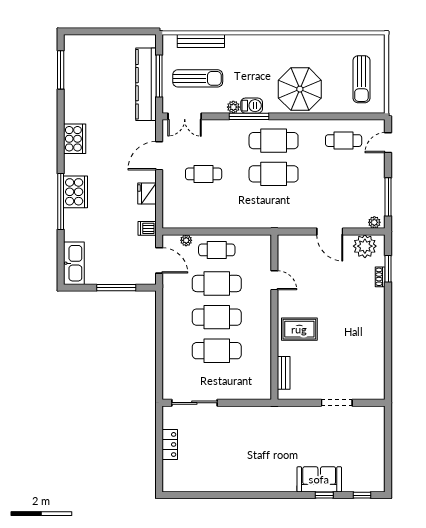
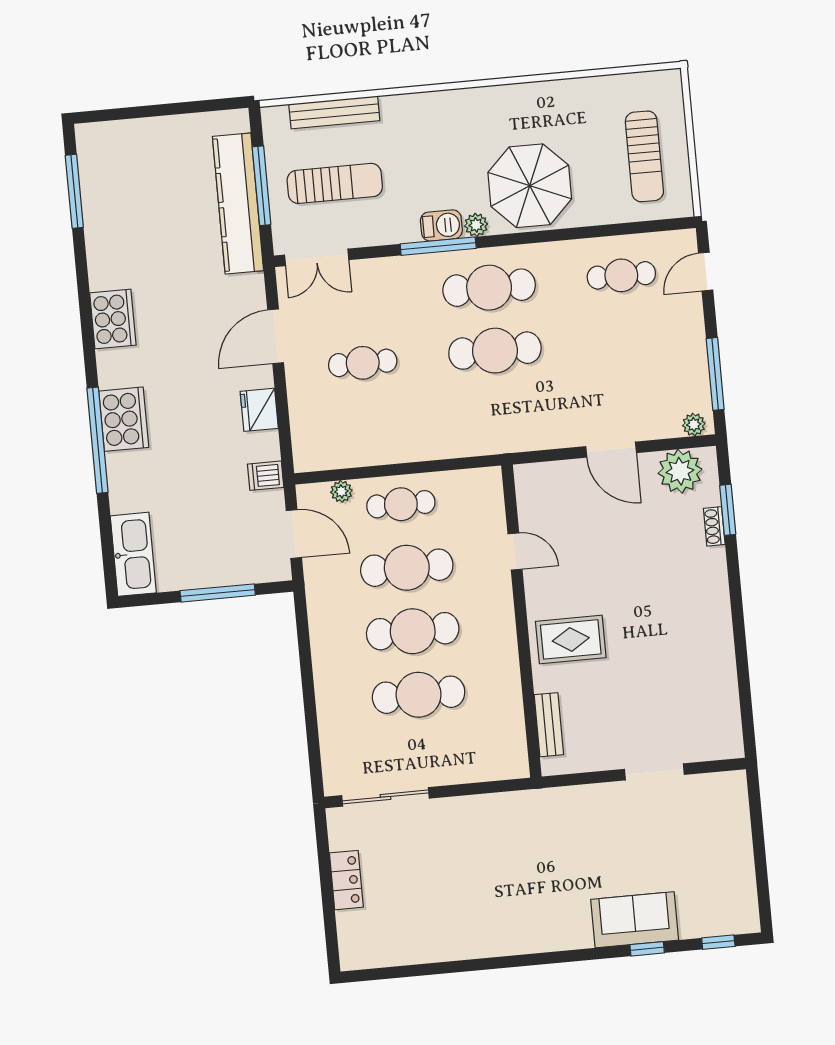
plant: (233, 107) -> (476, 225), moved

